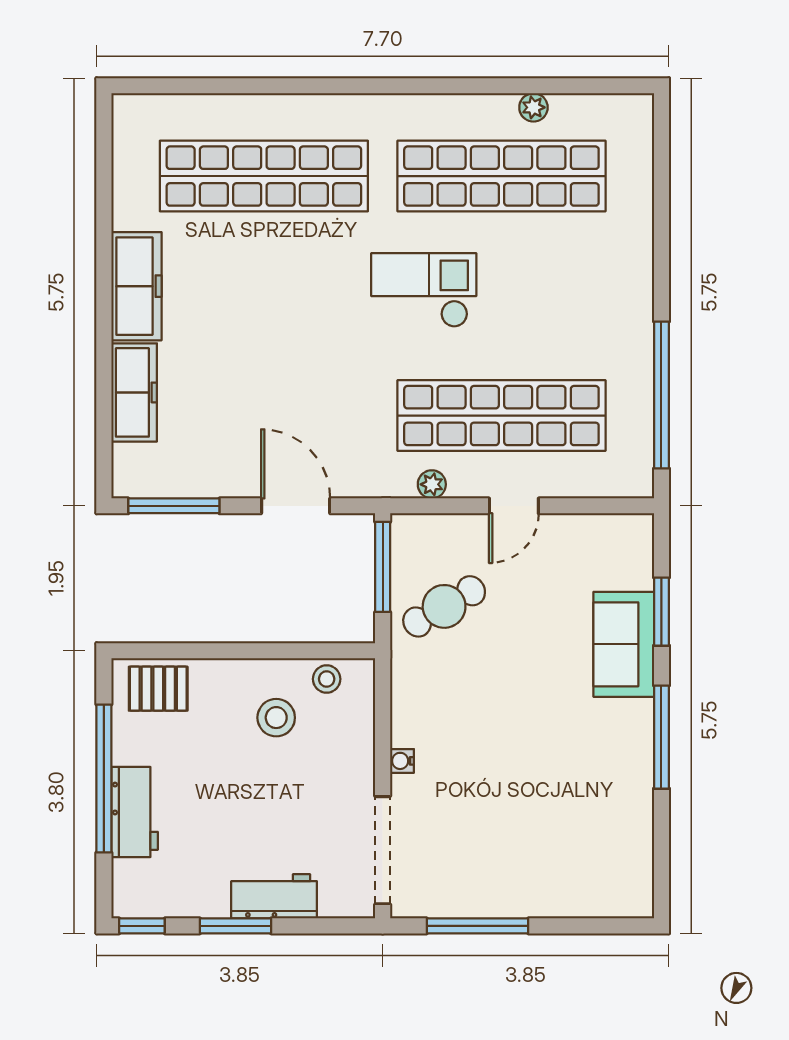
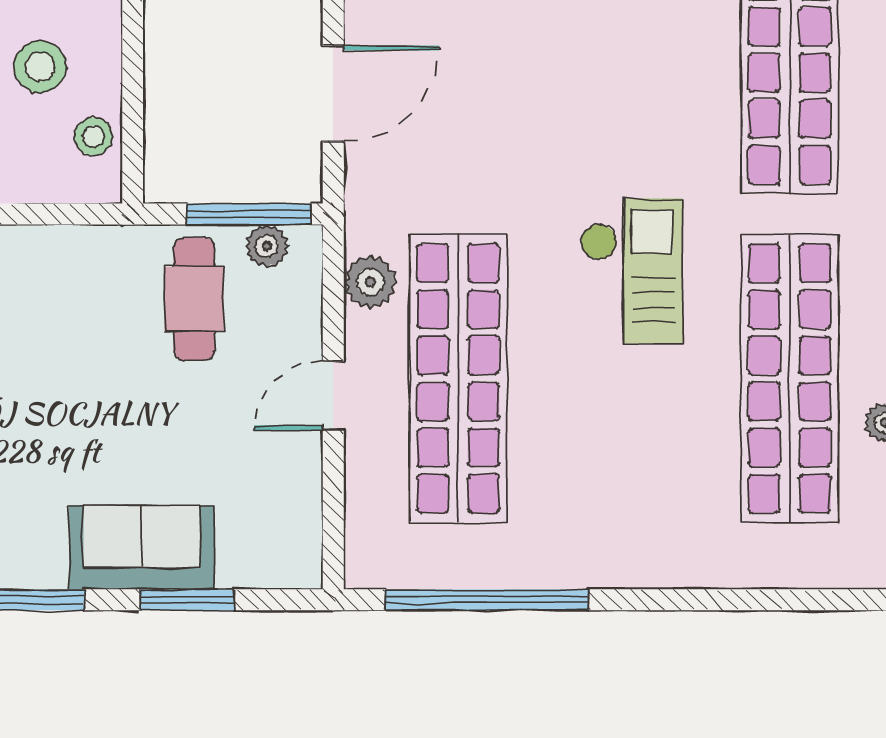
plant: (432, 484) -> (370, 282), width x1.38, depth x1.38
door: (514, 506) -> (333, 396), hinge flipped
plant: (406, 554) -> (267, 246), added
cafe table: (444, 606) -> (194, 299), turned 30

